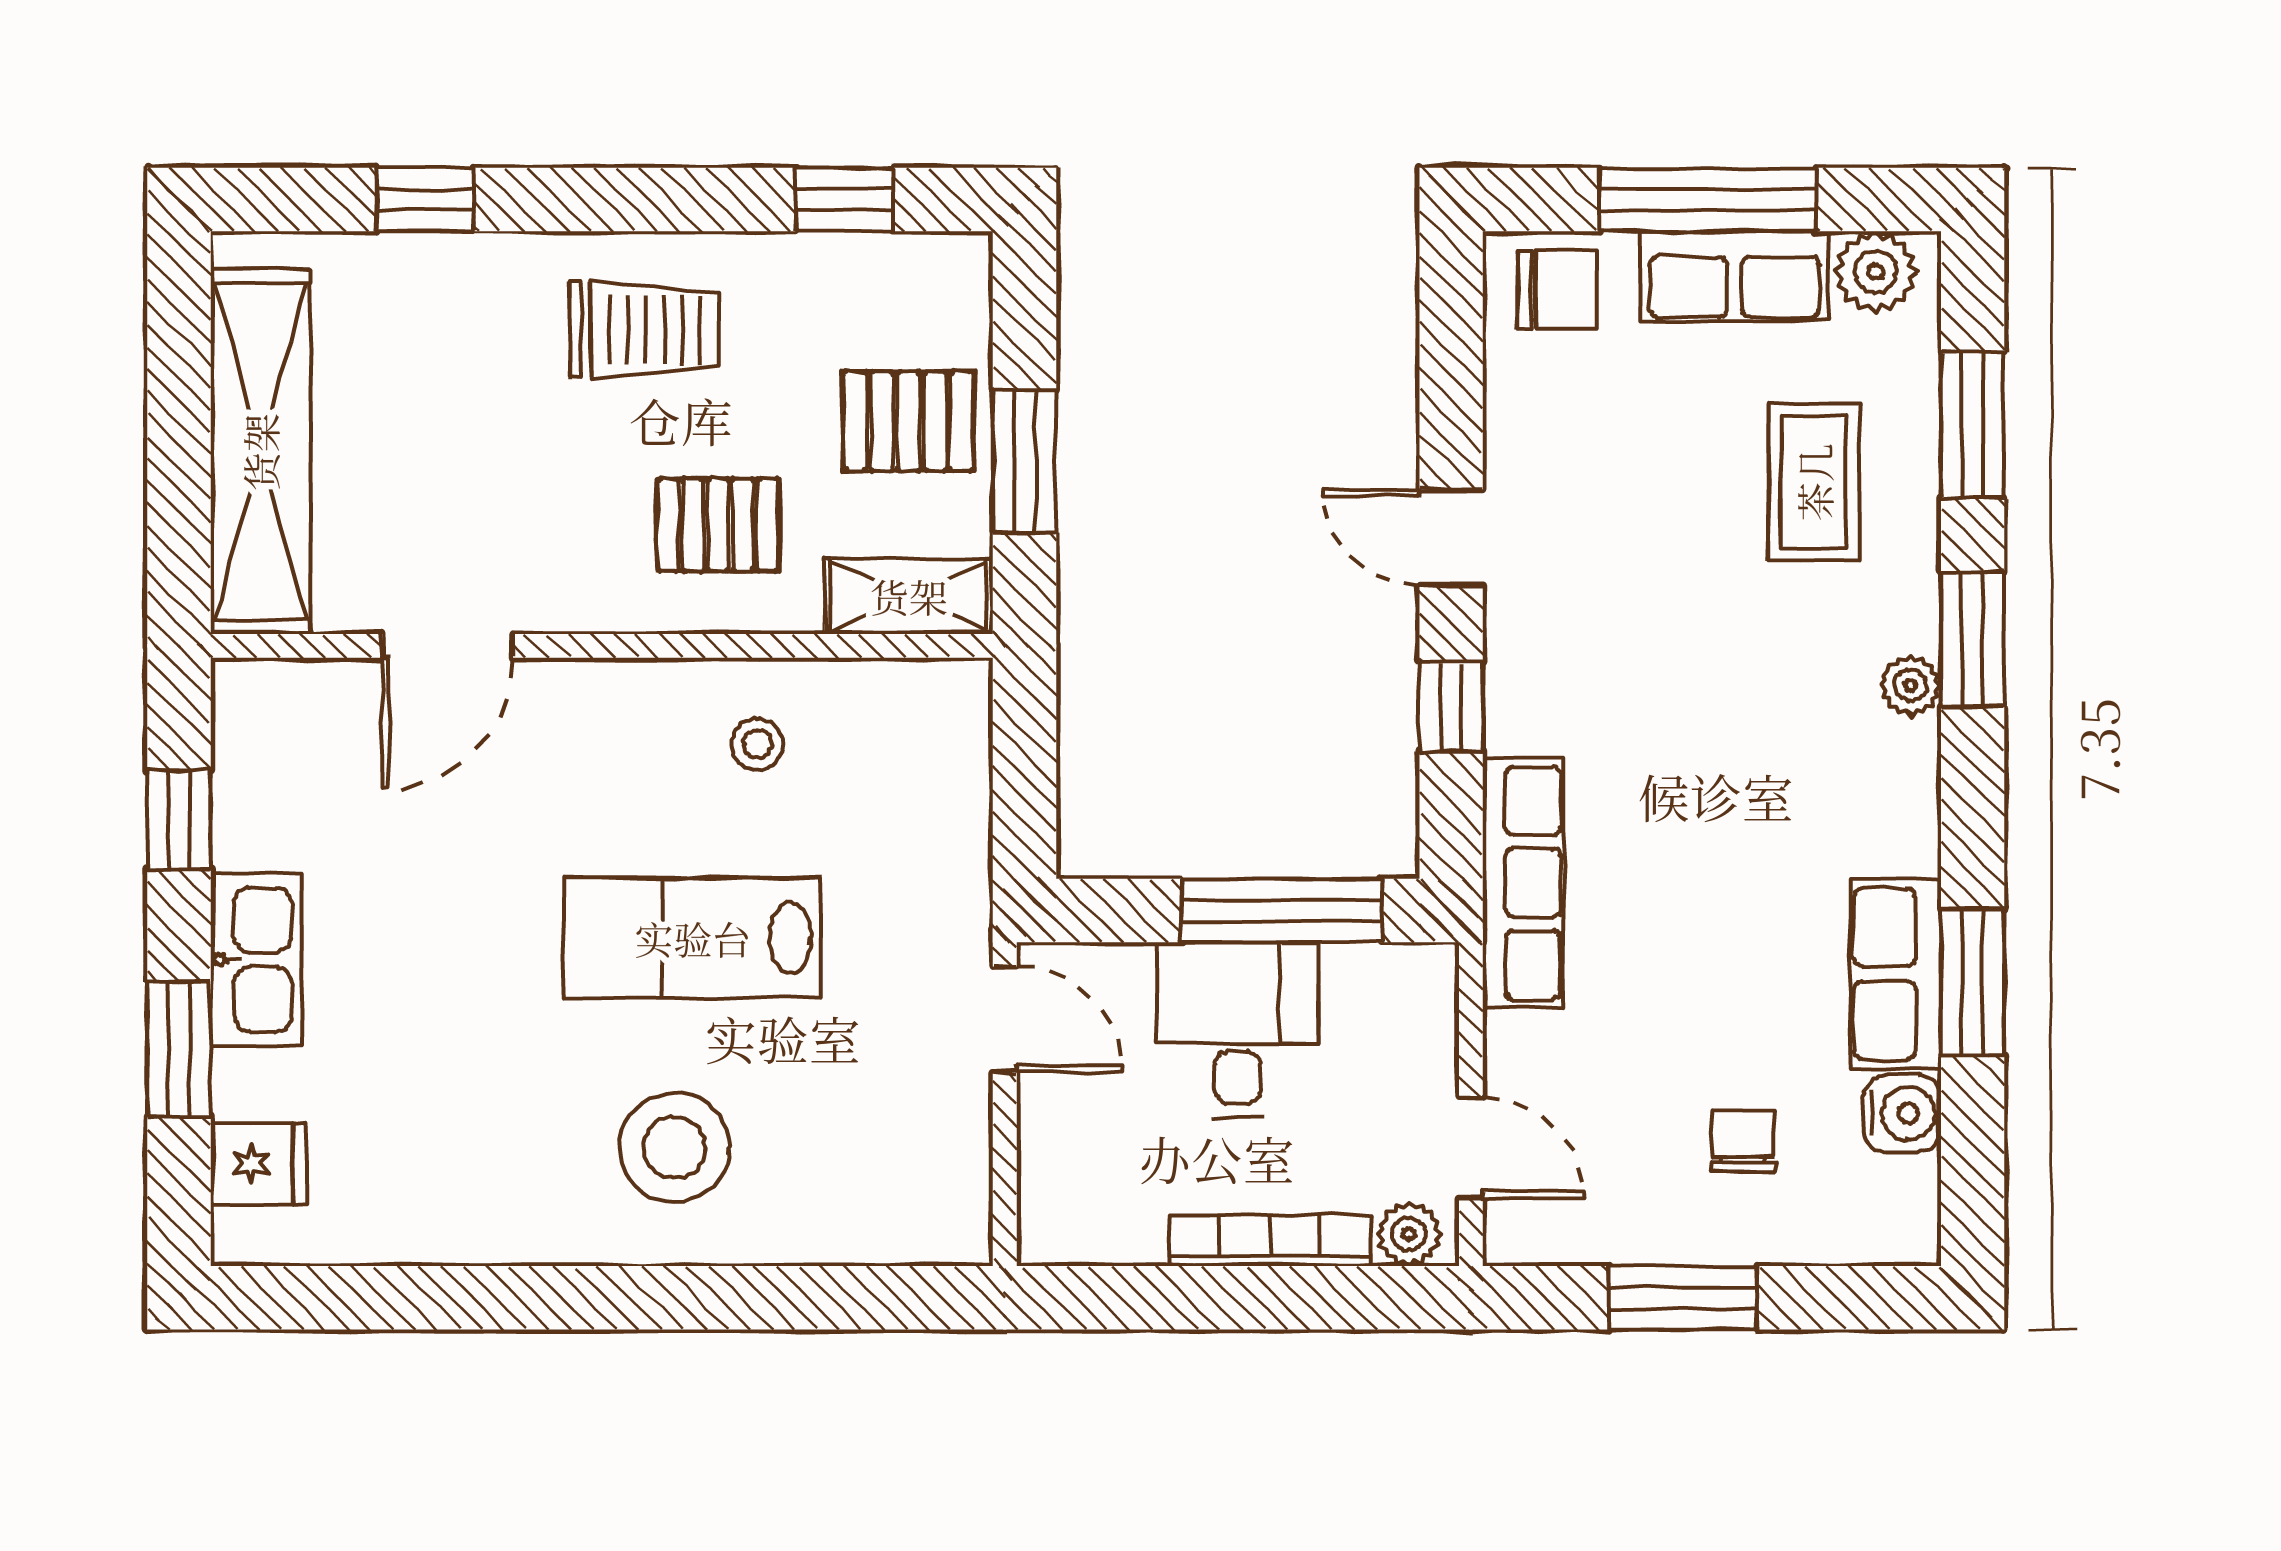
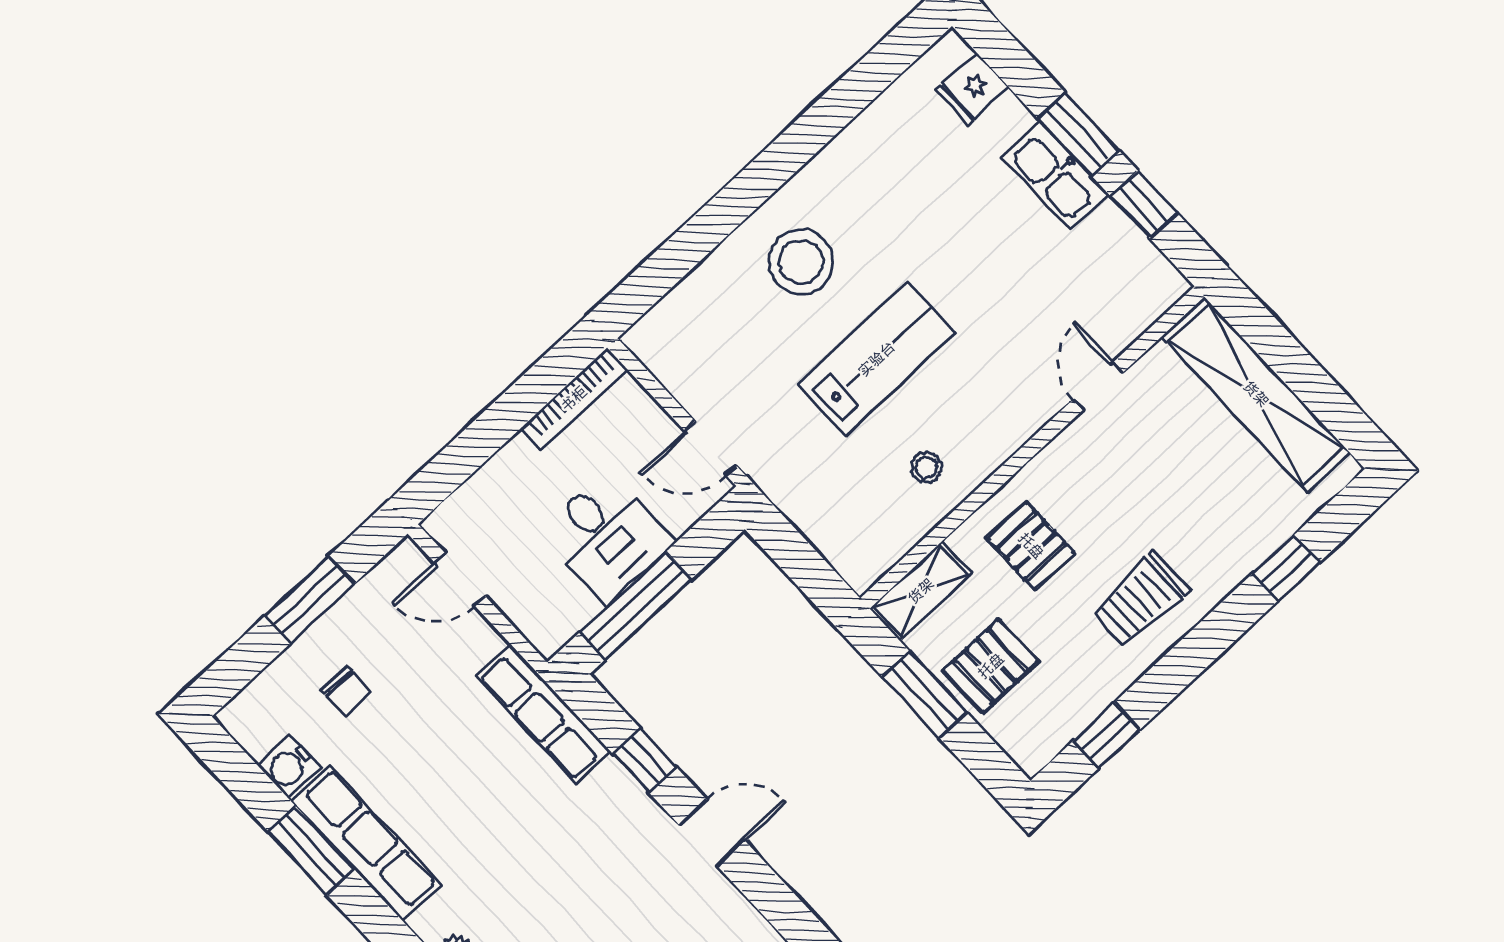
pallet: (718, 525) -> (1031, 546), turned 90
door: (448, 646) -> (1098, 386), width x0.73
row of seats: (1896, 974) -> (366, 843), width x1.48
window: (179, 1049) -> (1078, 134), moved
plant: (1409, 1234) -> (452, 518), removed
bookcase: (1270, 1240) -> (574, 399), moved

